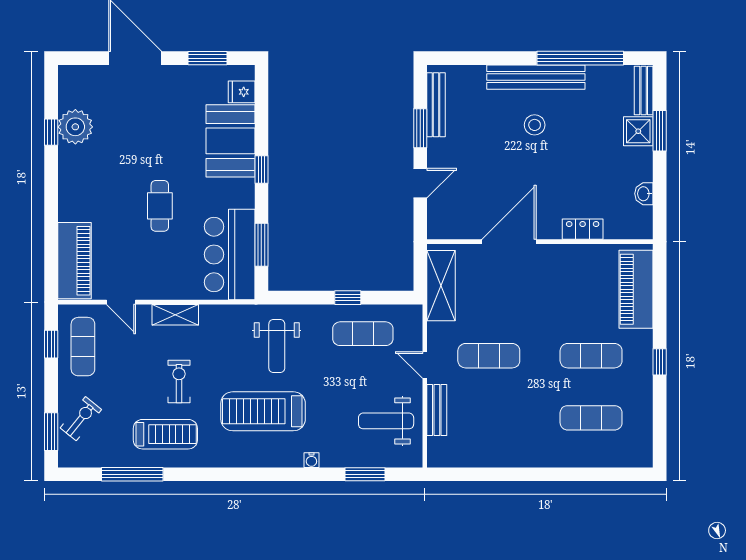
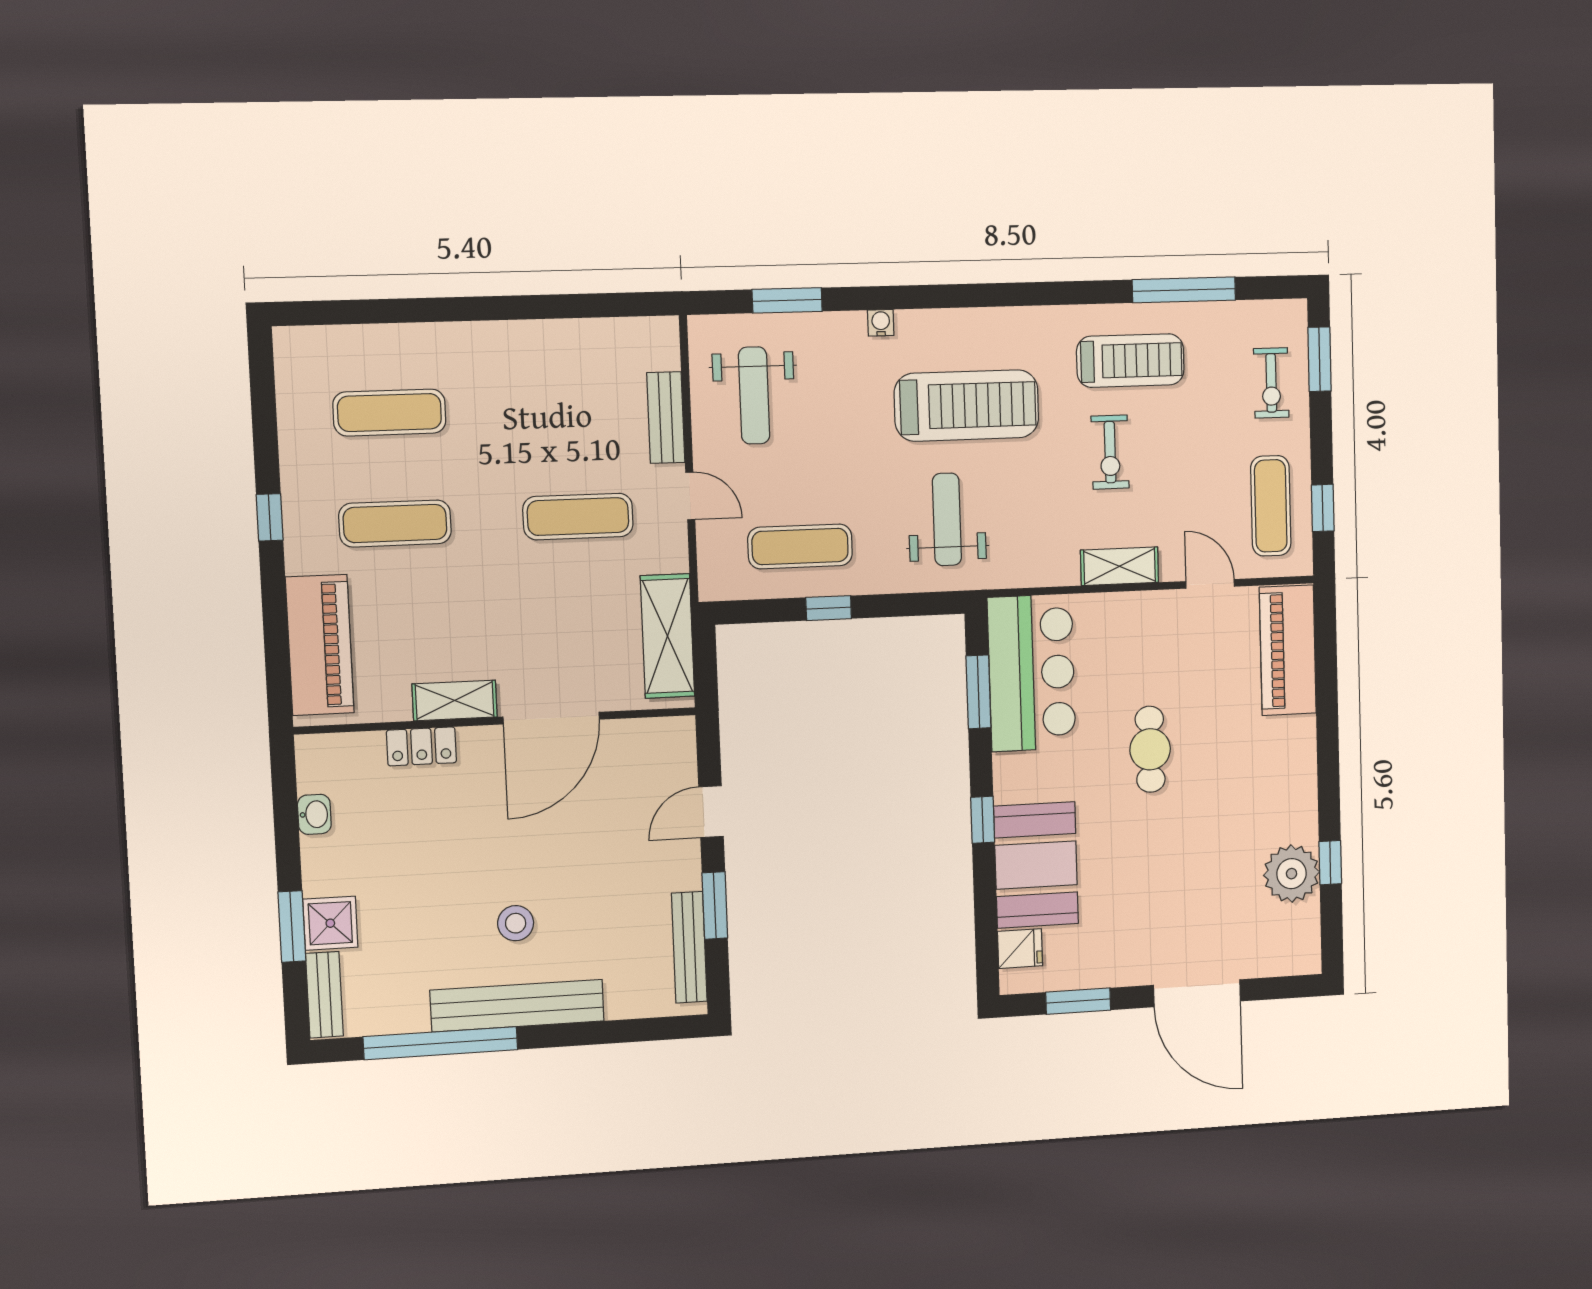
shelving: (563, 254) -> (455, 700), added
exercise bike: (81, 419) -> (1271, 383), turned -39
weight bench: (386, 421) -> (754, 395), turned 90
treadmill: (165, 434) -> (1130, 361), turned 180

